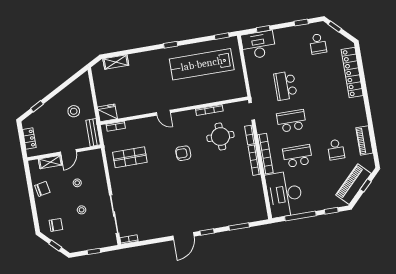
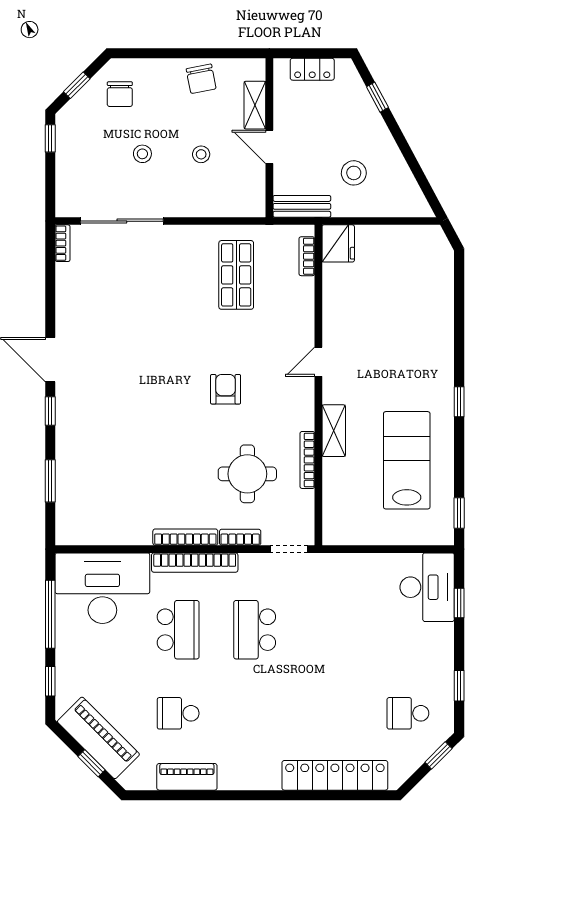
shelving: (116, 62) -> (334, 431), moved
lab bench: (202, 64) -> (407, 460), width x0.73
school desk: (285, 86) -> (331, 630), removed
school desk: (291, 121) -> (255, 630), turned 180
window: (94, 251) -> (50, 138), moved

